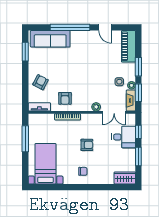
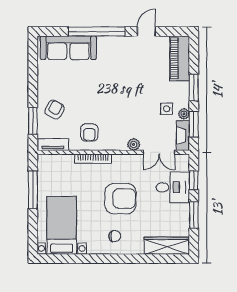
door: (105, 27) -> (146, 31), swing flipped
window: (25, 52) -> (33, 121), moved
armchair: (87, 145) -> (120, 199), width x1.88, depth x1.88
wardrobe: (125, 178) -> (167, 246), width x1.50

